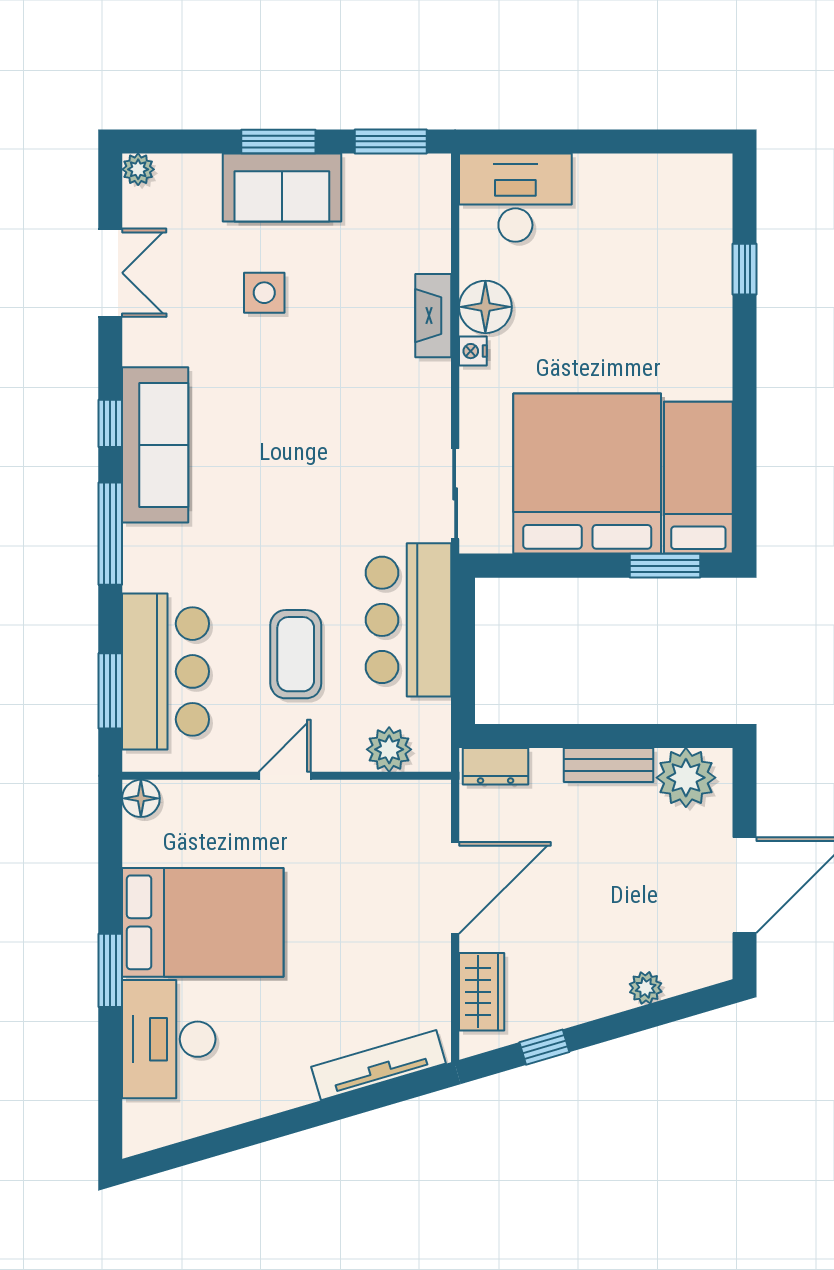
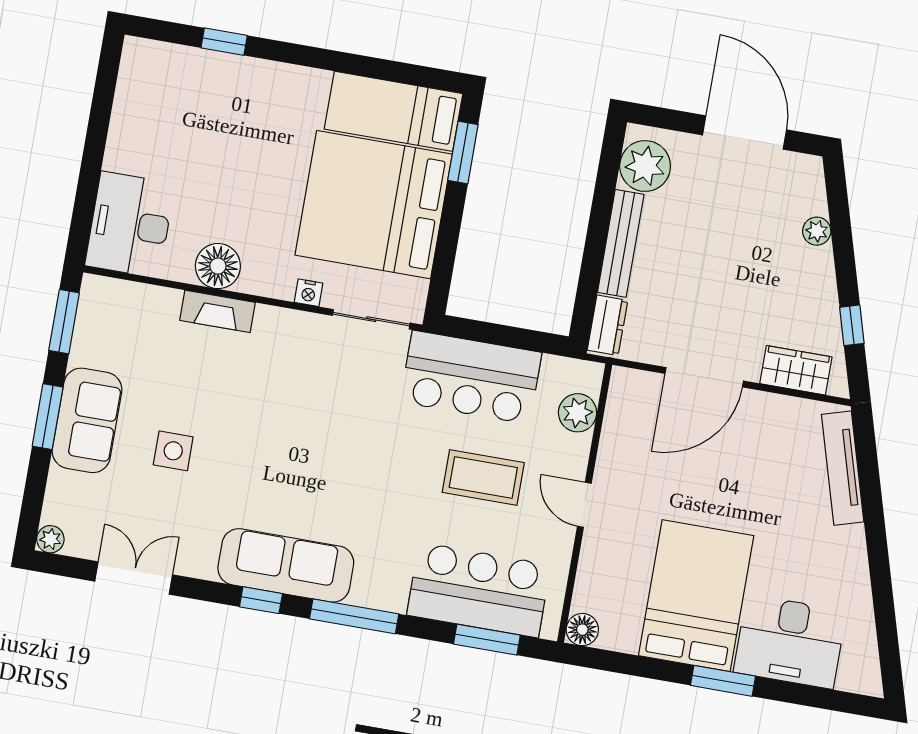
nightstand: (473, 351) -> (309, 293), moved
bench: (609, 765) -> (621, 243), width x1.36
door: (455, 888) -> (704, 377), swing flipped

